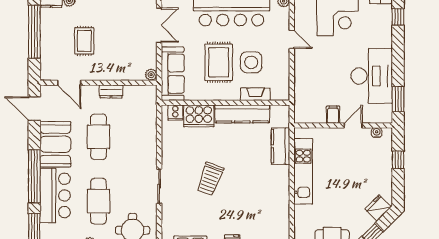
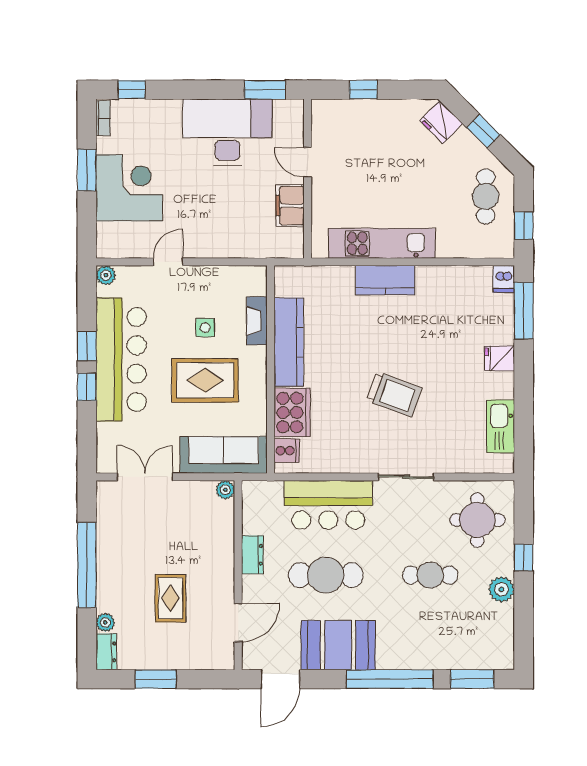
window: (34, 32) -> (156, 679), width x0.47
rug: (84, 41) -> (170, 598), turned 90
side table: (251, 62) -> (205, 328), width x0.54, depth x0.54
filing cabinet: (333, 115) -> (290, 206), width x2.00
water cooler: (377, 133) -> (319, 124), removed
kitchen counter: (280, 146) -> (385, 280), moved
bar counter: (55, 195) -> (328, 505), moved, turned 180
cafe table: (99, 201) -> (430, 575), width x0.73, depth x0.74

